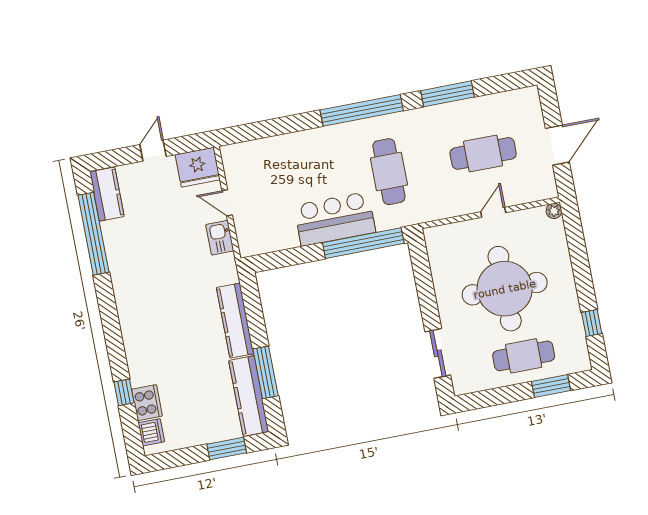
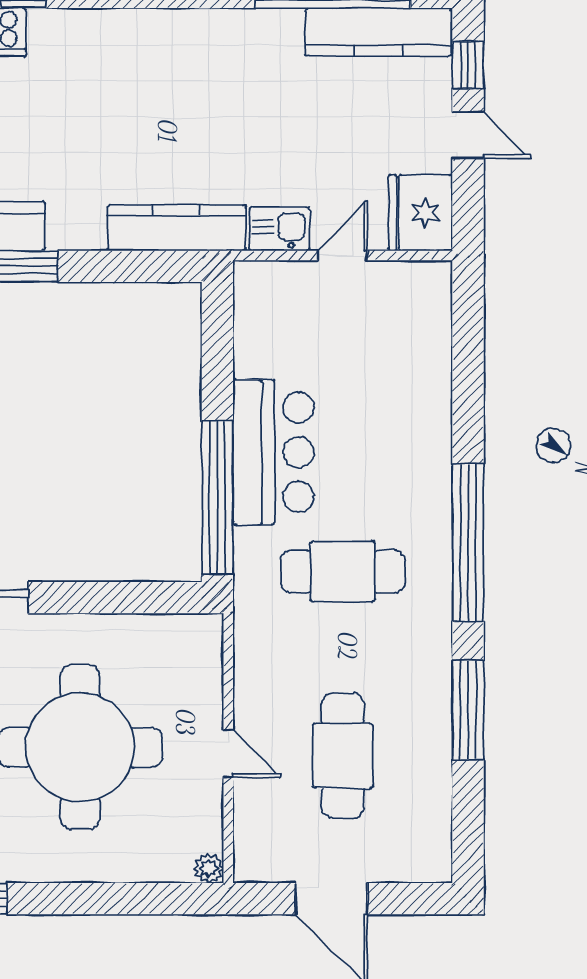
window: (117, 157) -> (468, 65), added
kitchen counter: (107, 194) -> (378, 32), width x1.50
kitchen counter: (235, 321) -> (177, 228), moved

